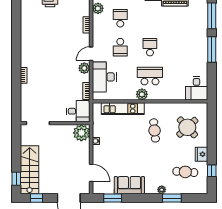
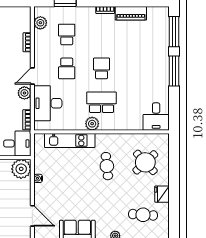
window: (212, 171) -> (174, 213), removed

